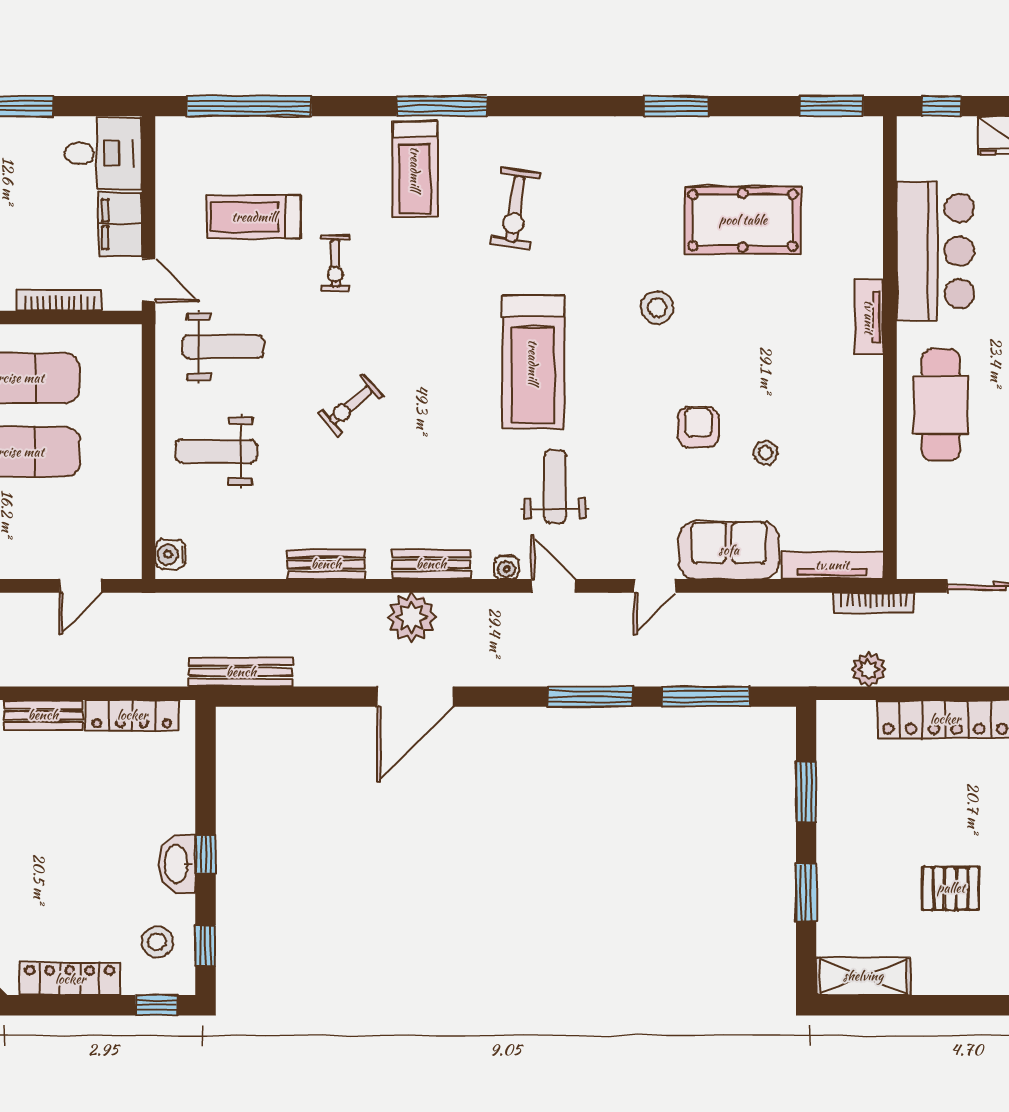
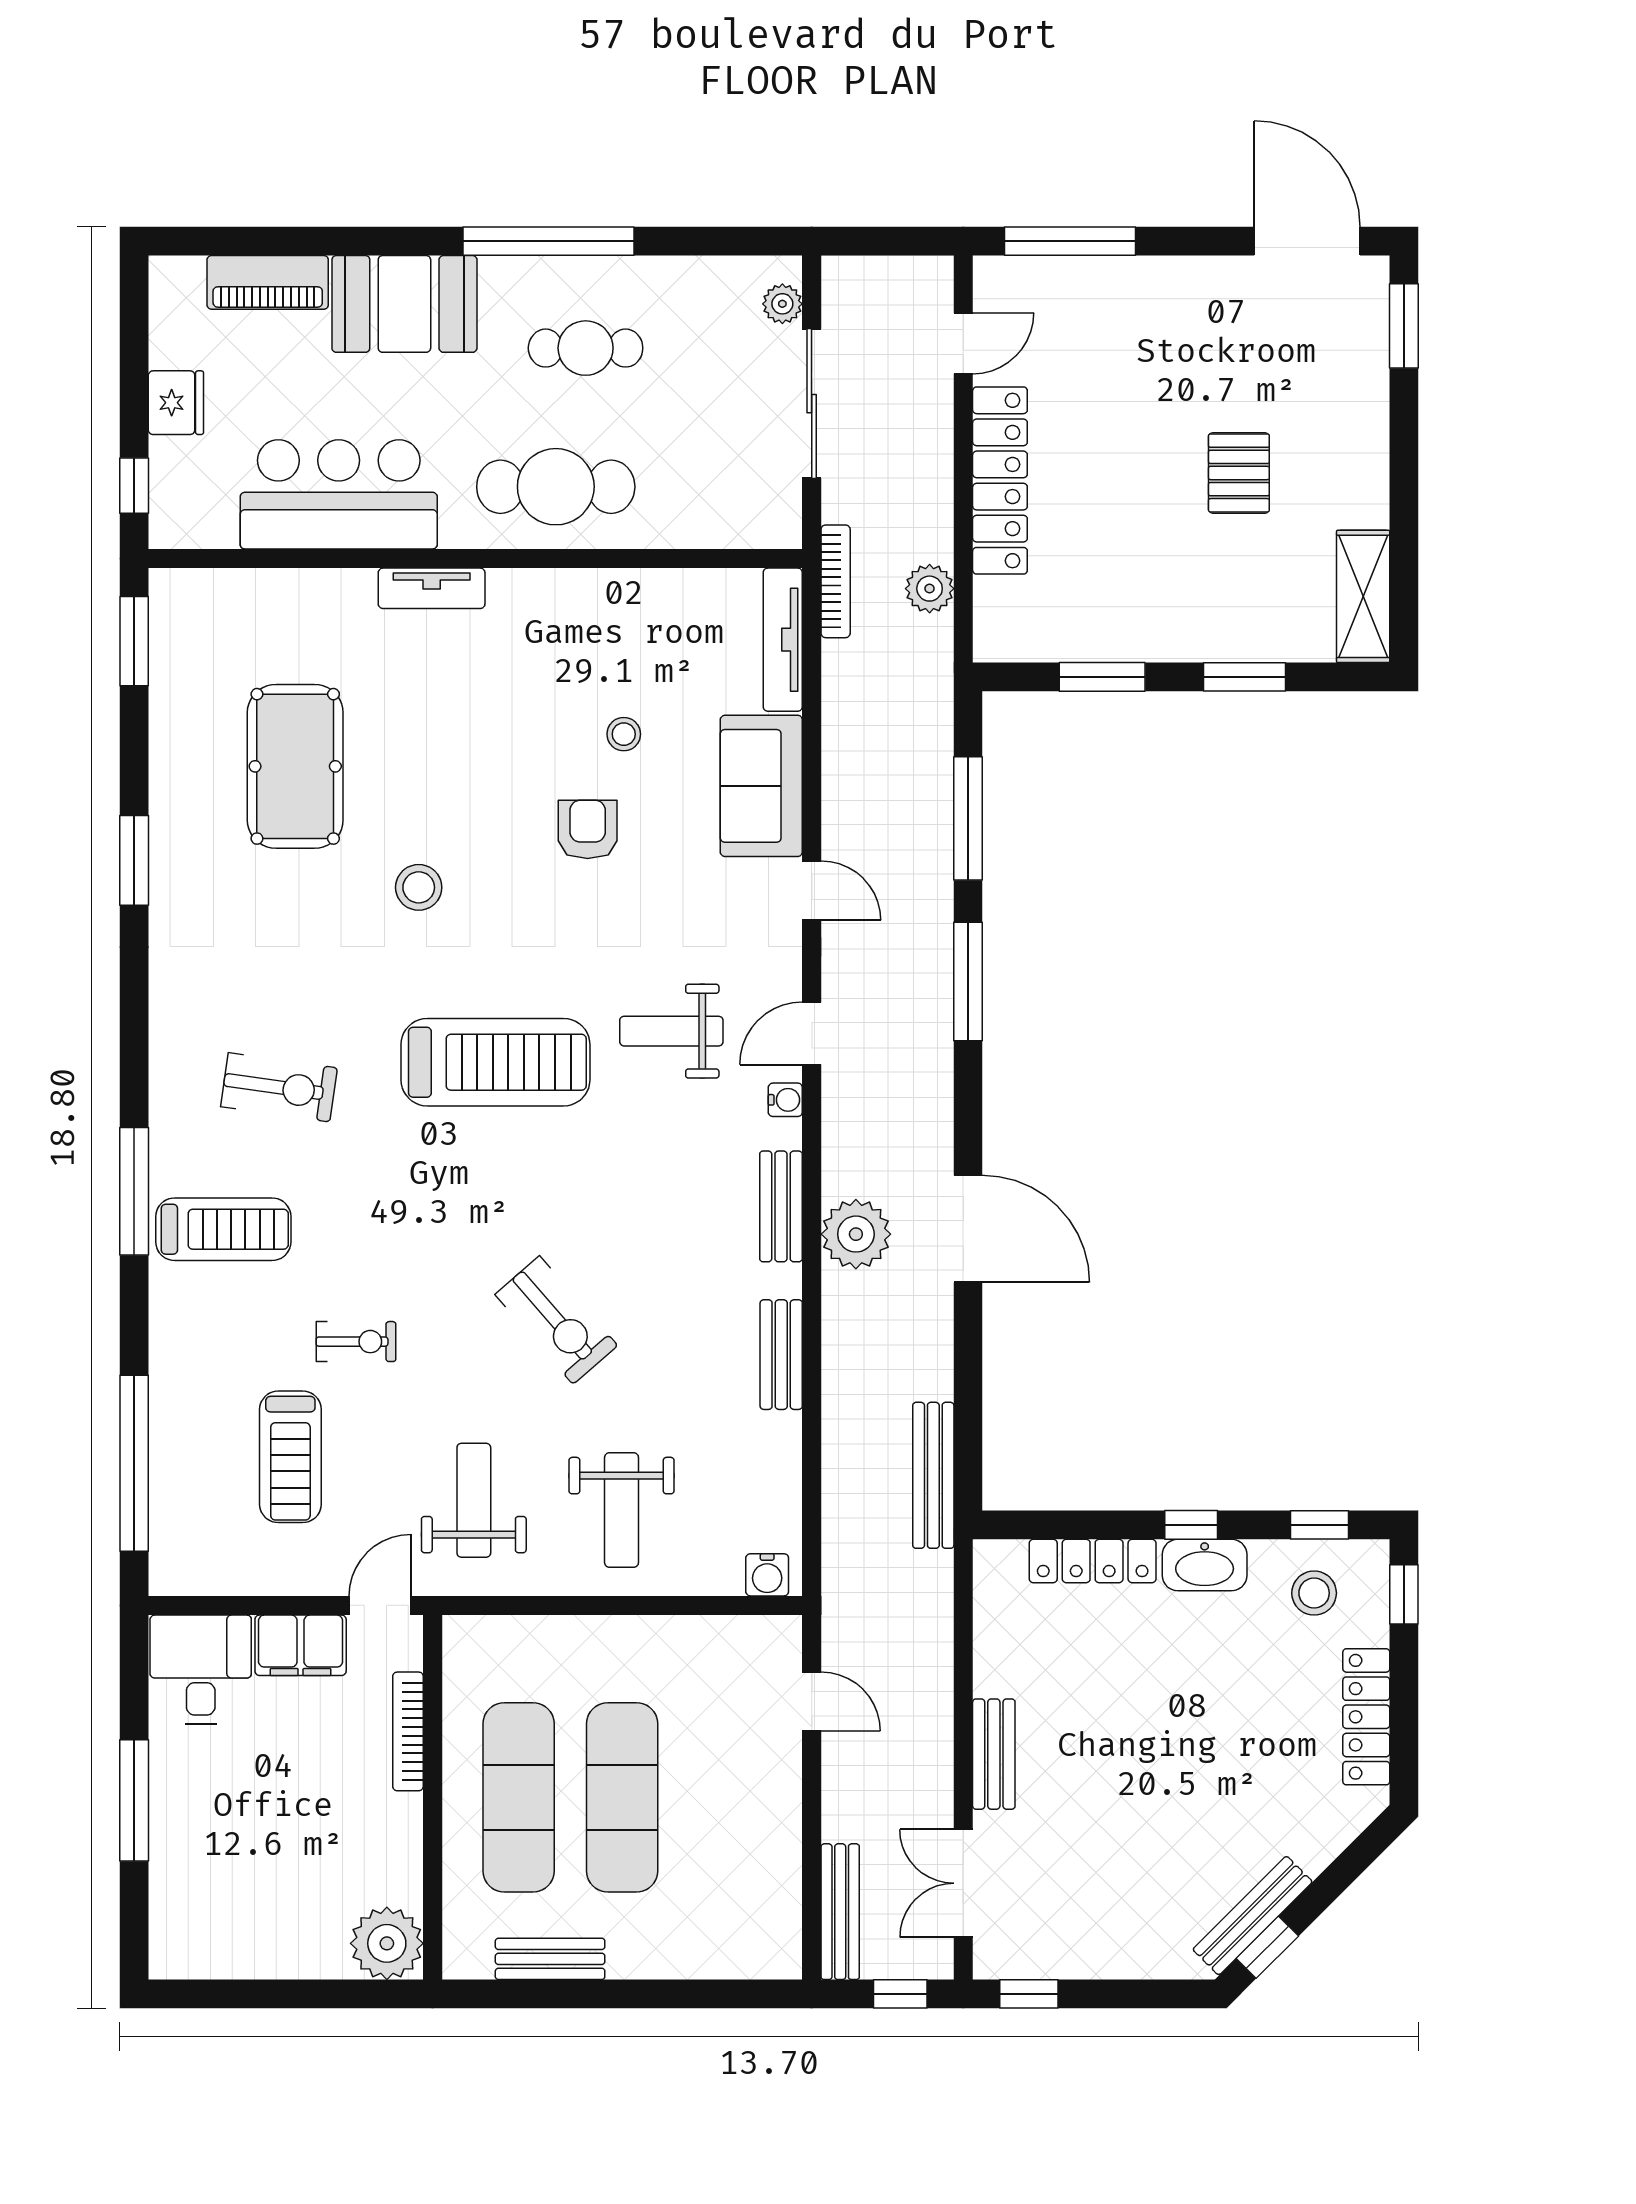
exercise bike: (351, 405) -> (556, 1320), width x1.38, depth x1.39
armchair: (698, 427) -> (588, 829), turned 90
locker: (132, 715) -> (1093, 1561), moved, turned 90

